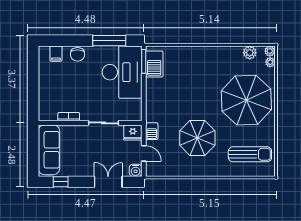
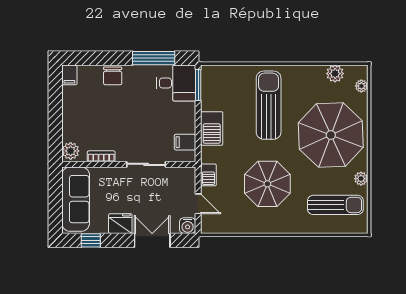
plant: (270, 51) -> (361, 179), moved
filing cabinet: (56, 54) -> (69, 75), moved
barbecue: (154, 64) -> (212, 128), moved
desk: (122, 72) -> (176, 83), width x0.53, depth x0.77
sun lounger: (198, 77) -> (269, 105), added
filing cabinet: (134, 106) -> (185, 142), added
plant: (45, 113) -> (71, 151), added
fridge: (133, 132) -> (120, 224), moved, turned 180

